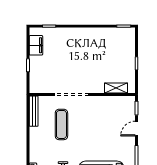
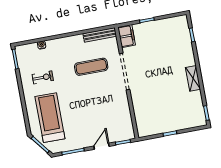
filing cabinet: (36, 45) -> (127, 36), moved, turned -90
shelving: (116, 88) -> (193, 78), moved
door: (137, 129) -> (101, 146), hinge flipped

